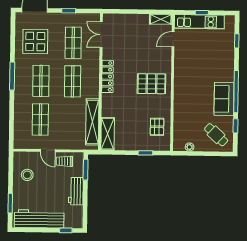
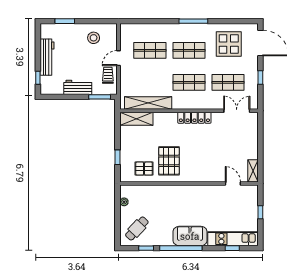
kitchen unit: (199, 22) -> (233, 239), moved, turned 90
pallet: (151, 84) -> (169, 161), moved
sofa: (224, 99) -> (190, 236), moved
workbench: (39, 219) -> (47, 57), width x0.73, depth x0.76

